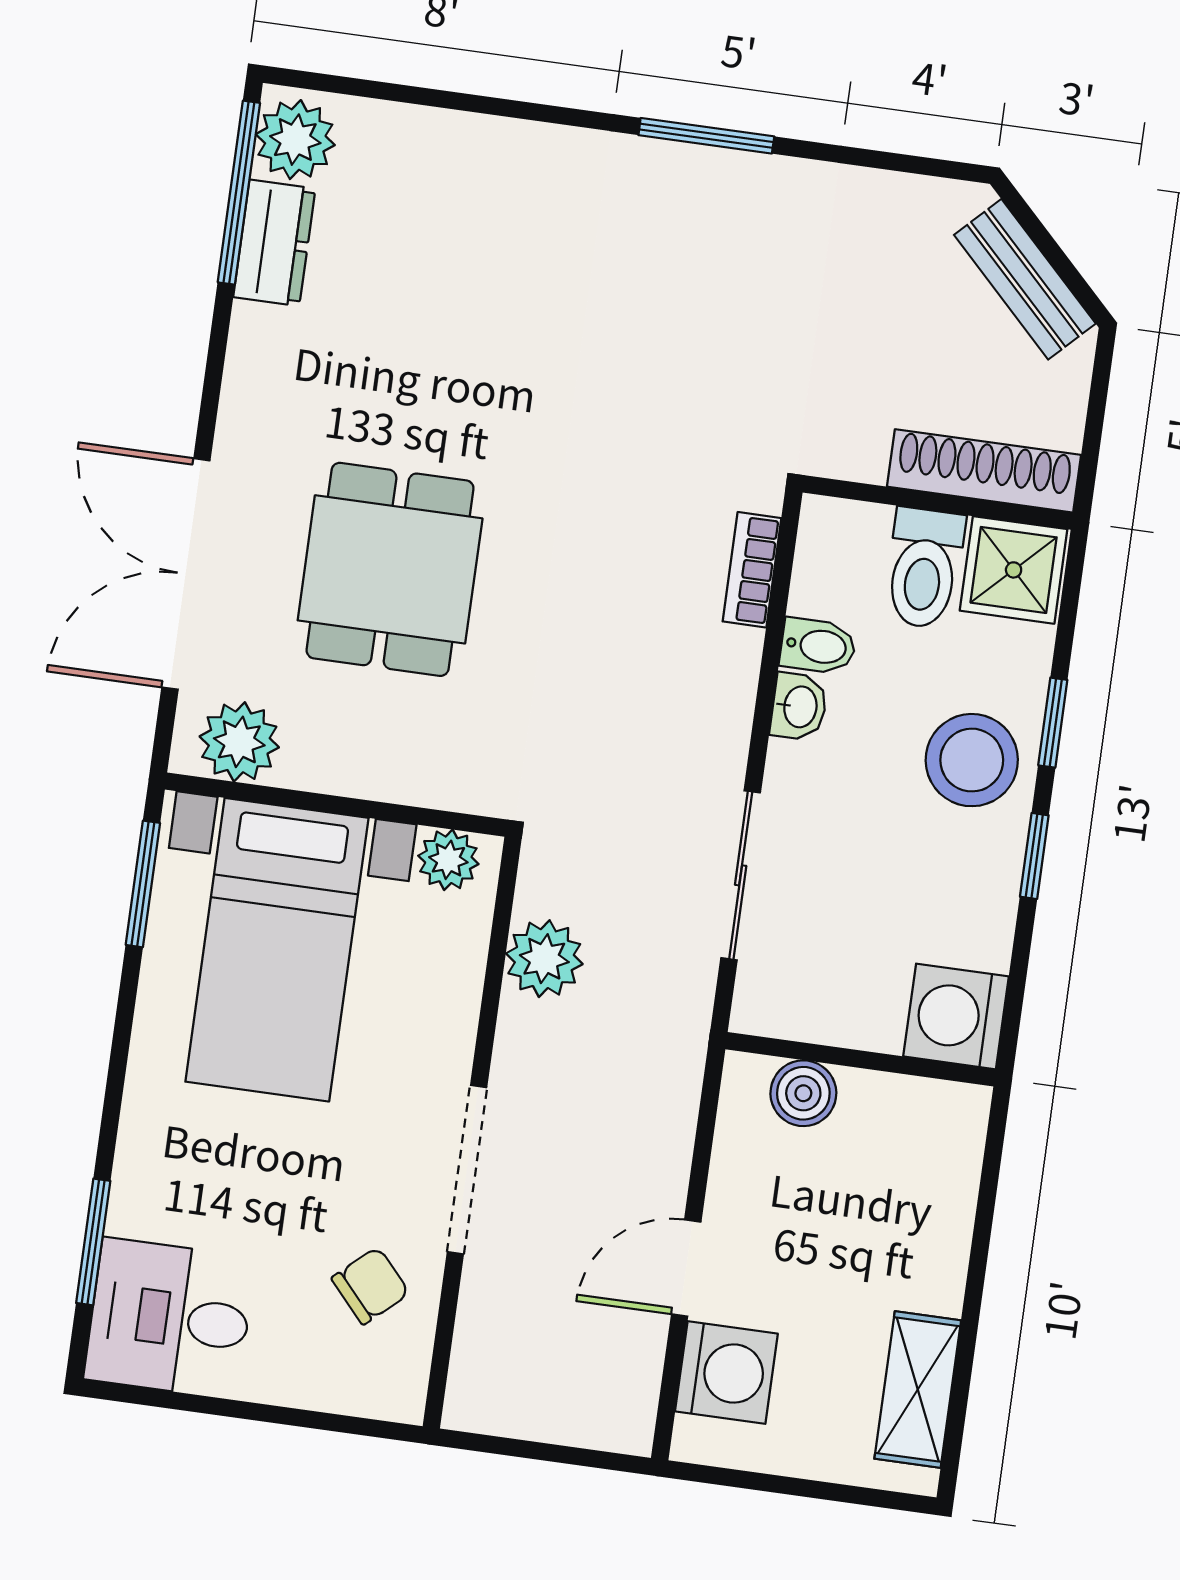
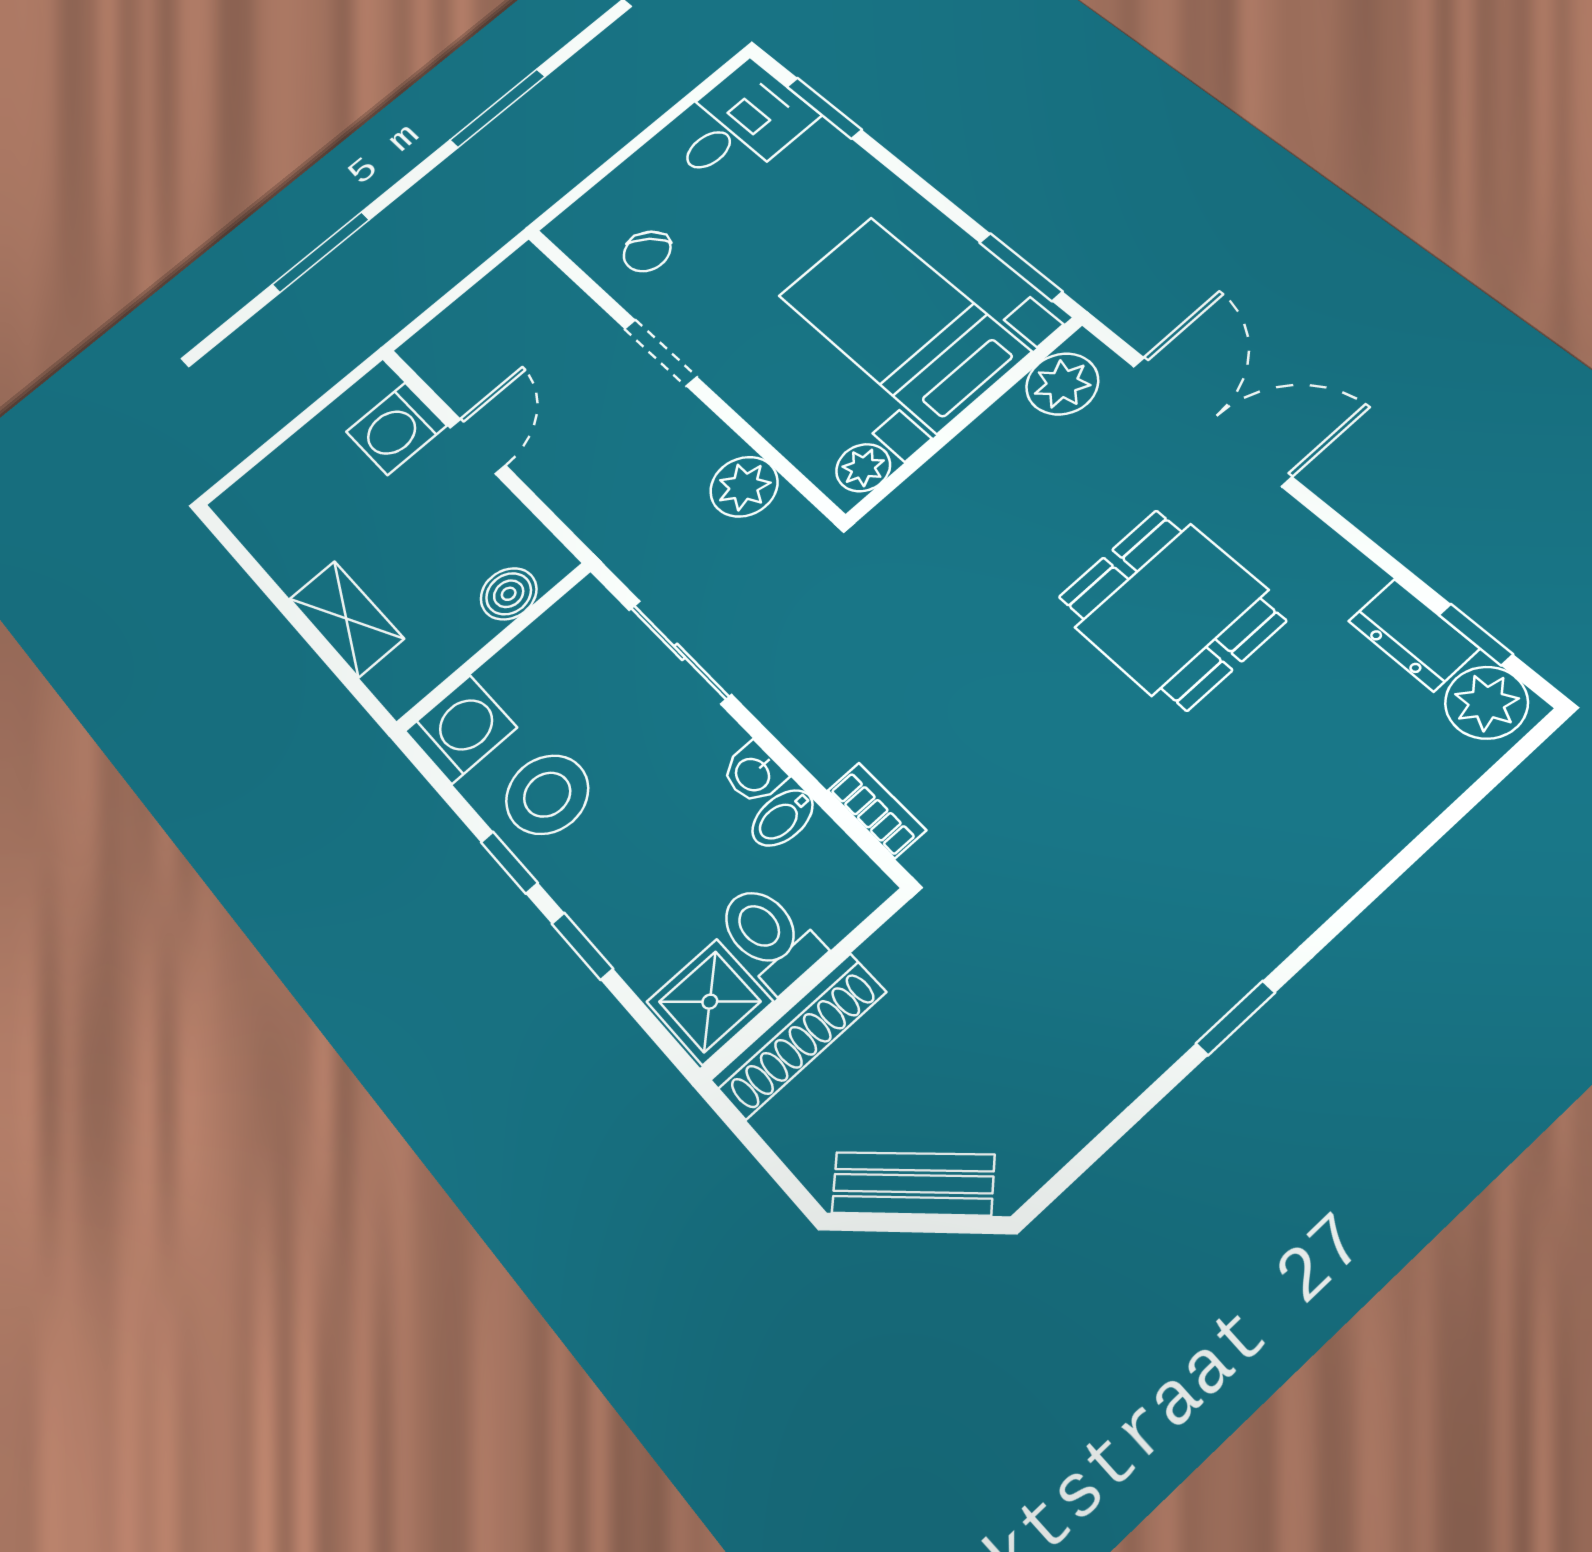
window: (706, 136) -> (1236, 1018), width x0.67
window: (239, 193) -> (1476, 634), width x0.46
dining table: (390, 569) -> (1171, 609), moved
stool: (972, 760) -> (547, 795), moved
doorway: (467, 1170) -> (660, 352), width x0.73
shelving: (918, 1390) -> (346, 619), moved

